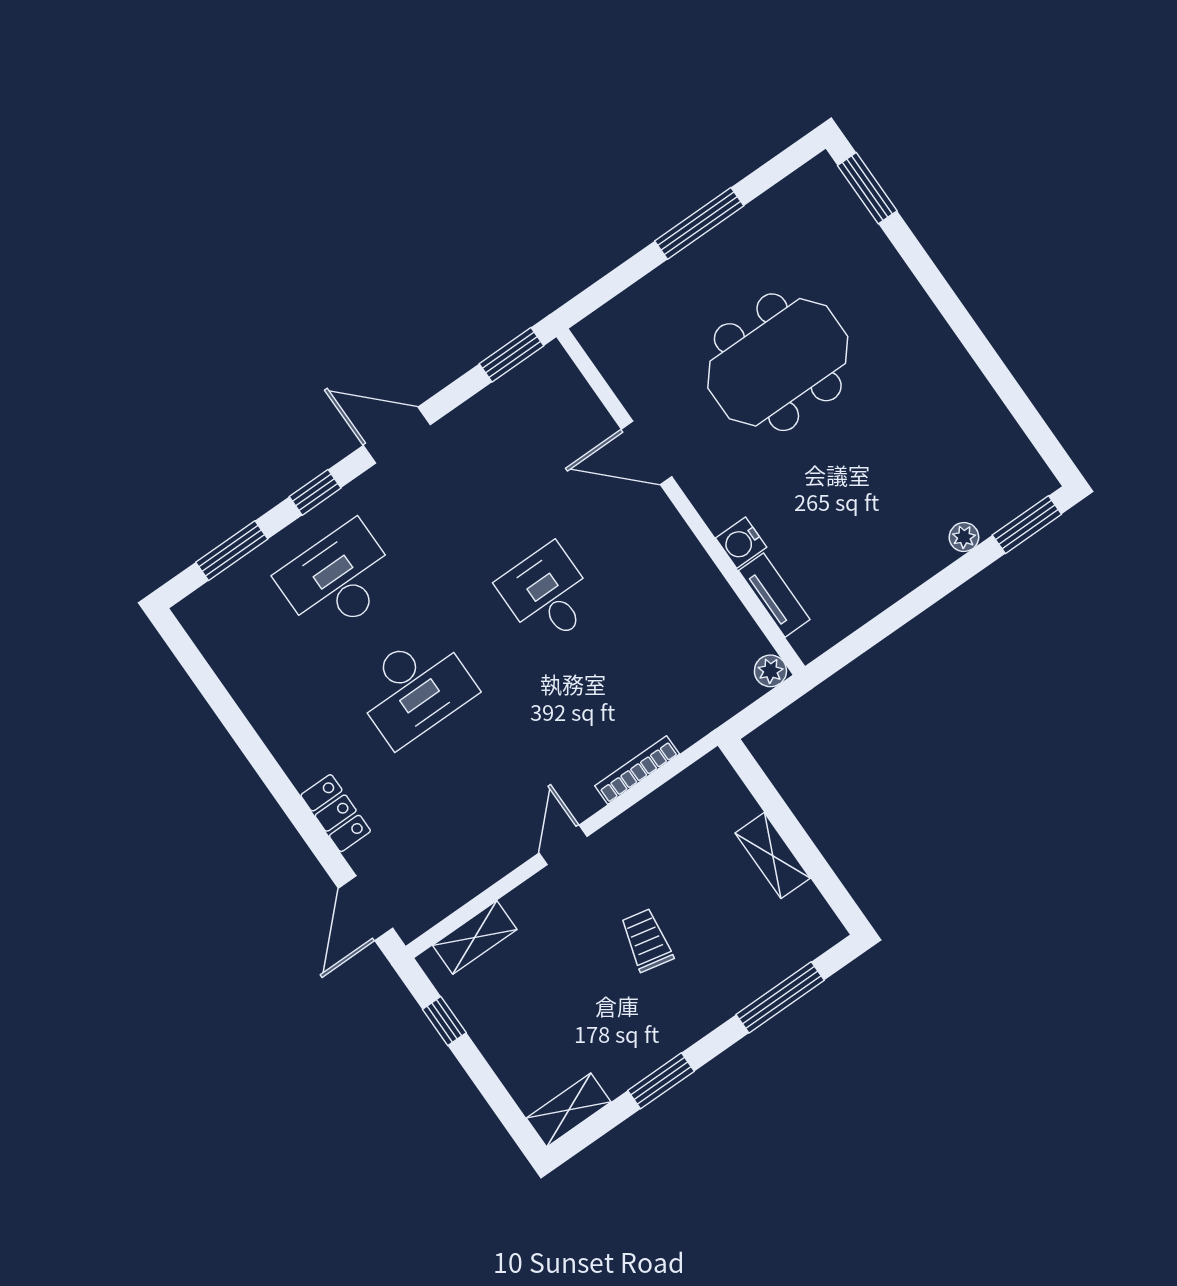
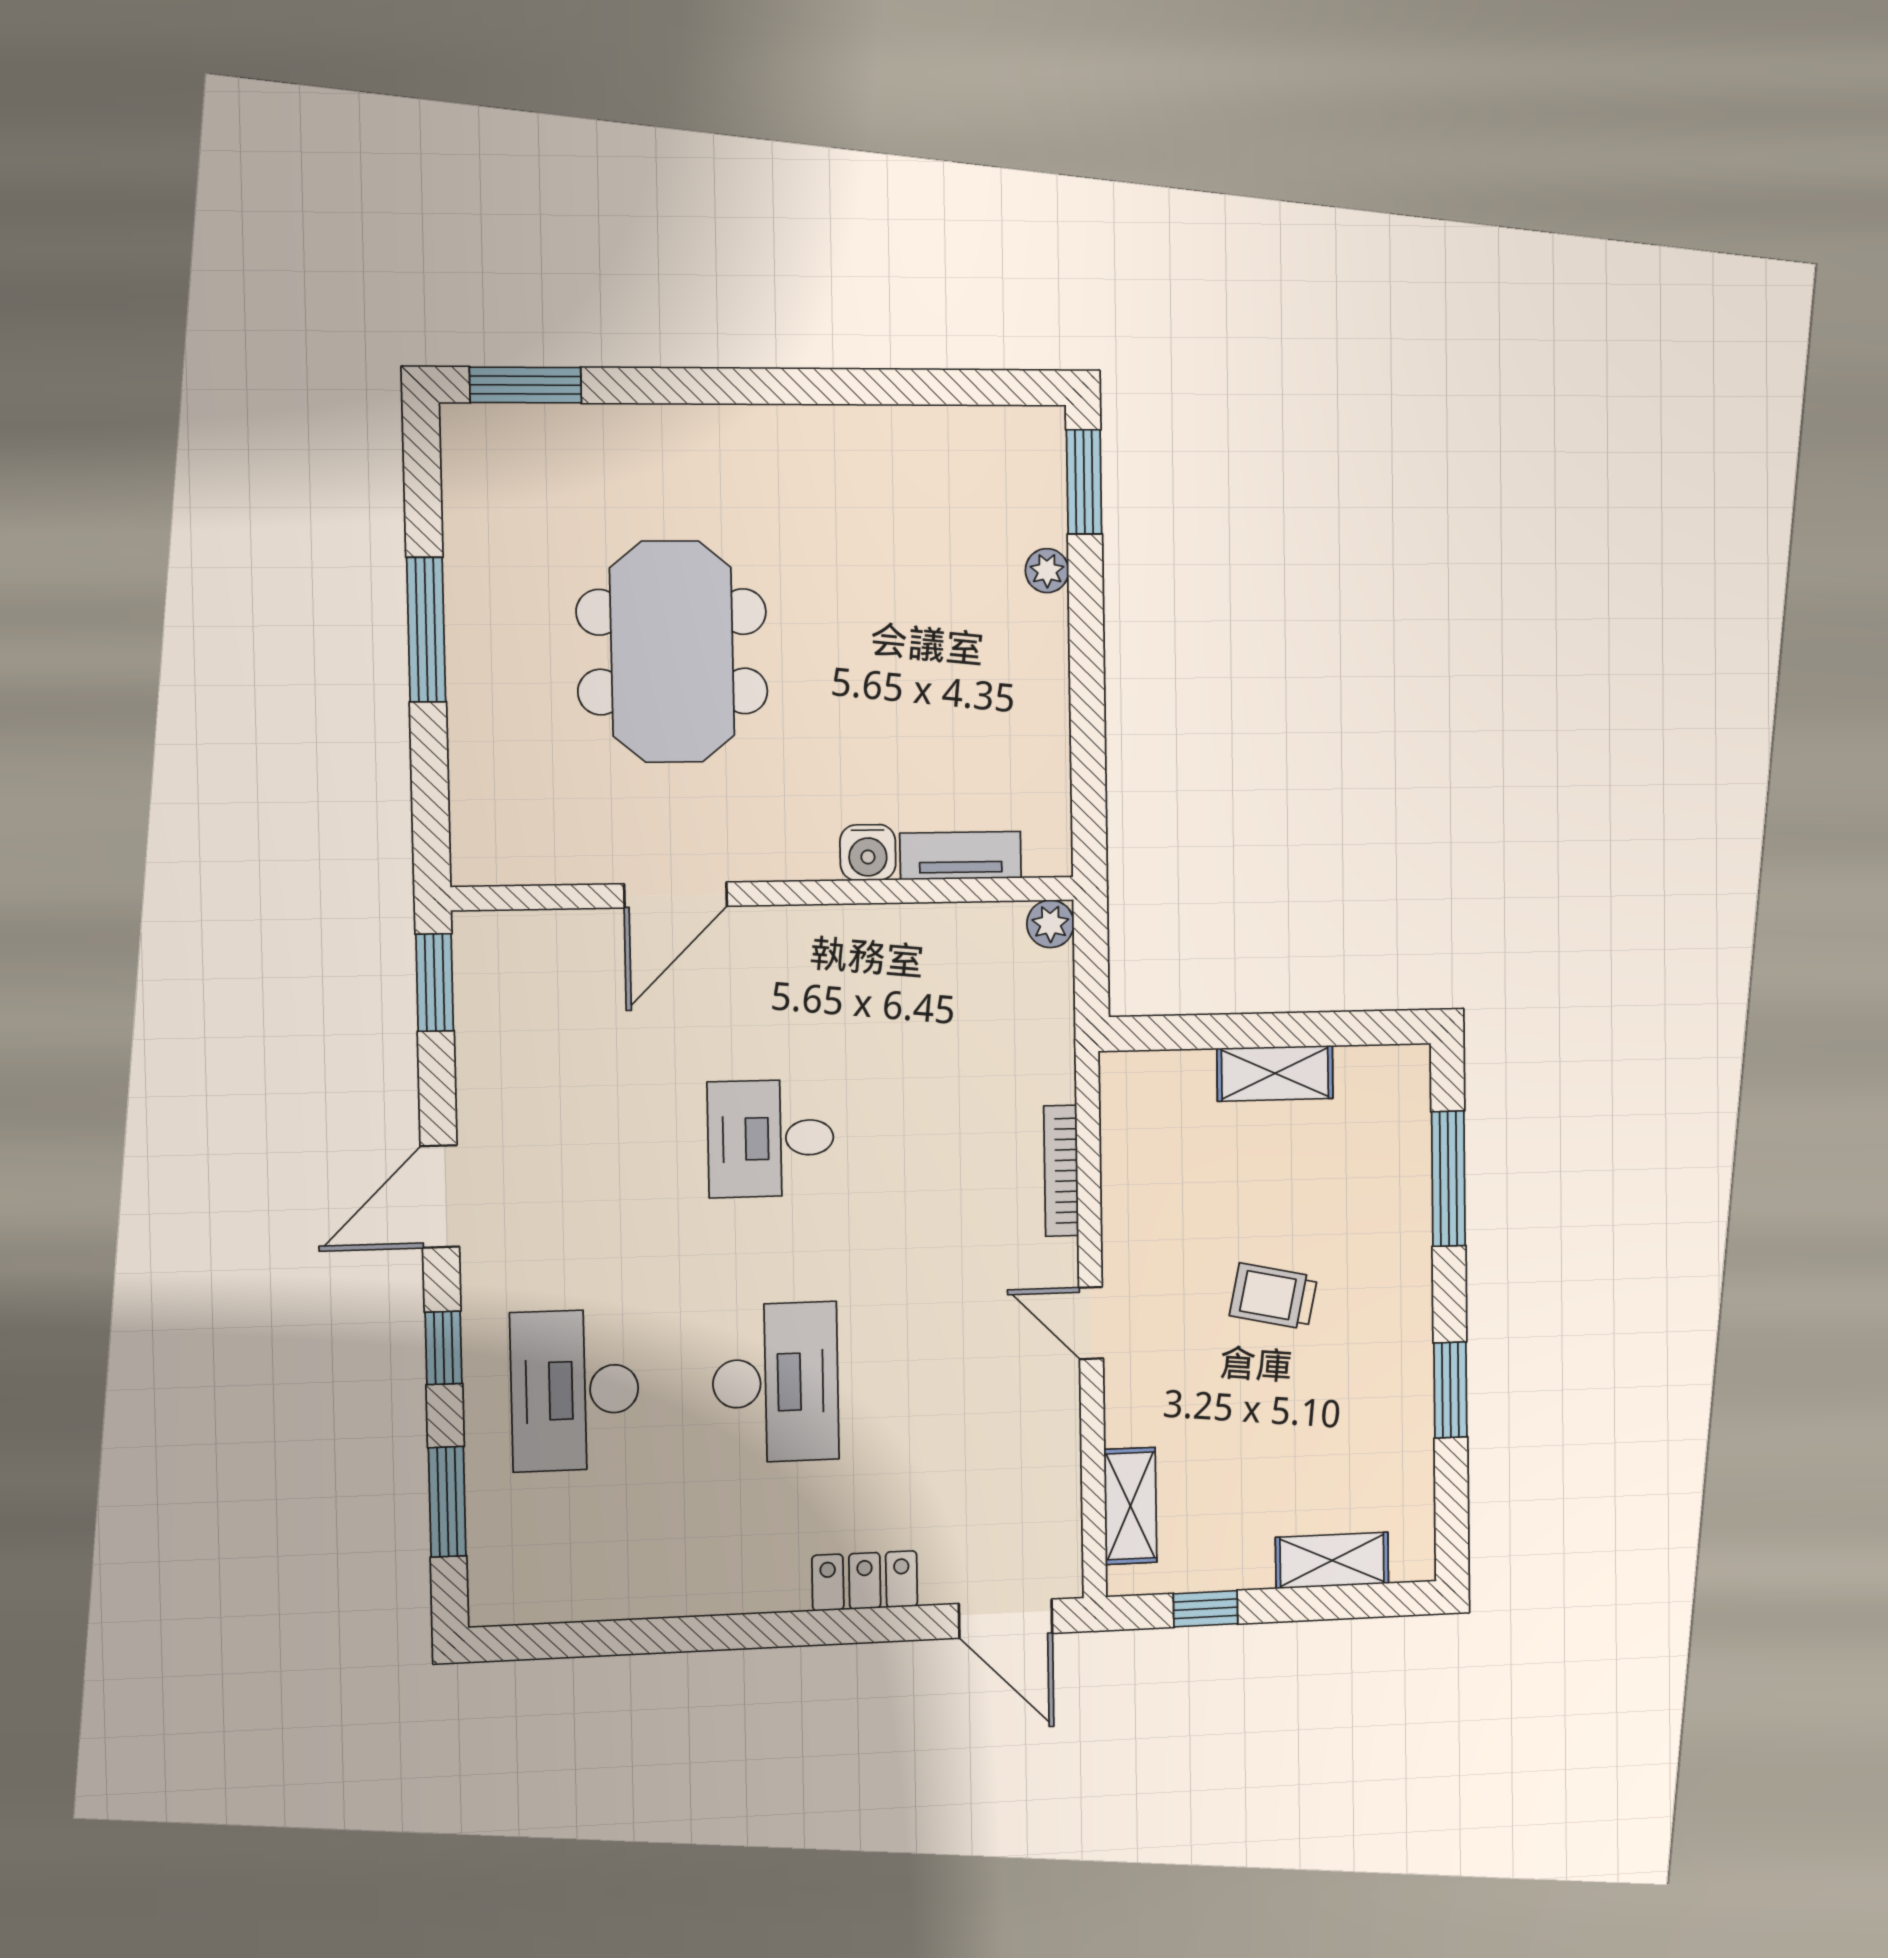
shelving: (569, 1110) -> (1332, 1560), moved, turned 90

